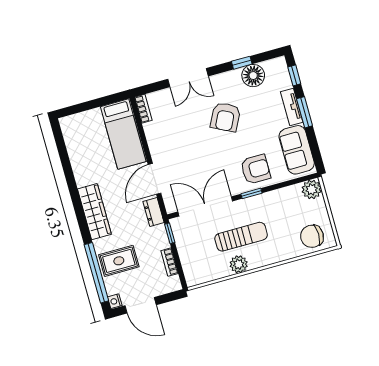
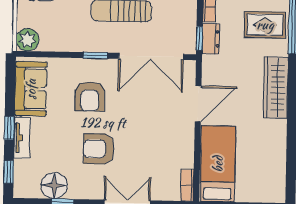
window: (305, 112) -> (9, 128), width x0.67
armchair: (225, 117) -> (99, 149), turned -117
armchair: (255, 169) -> (90, 96), moved, turned -90
dresser: (153, 212) -> (211, 39), moved

